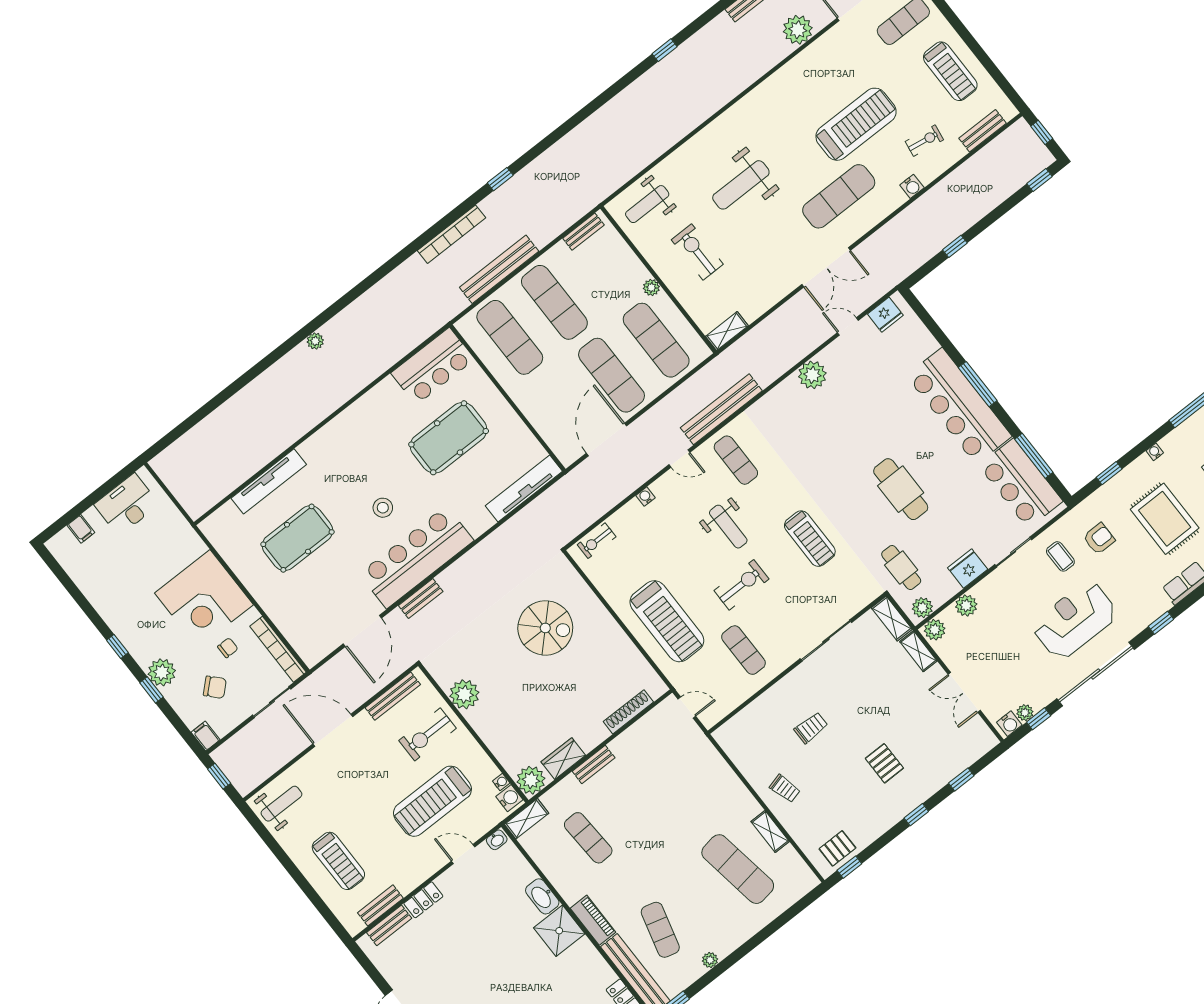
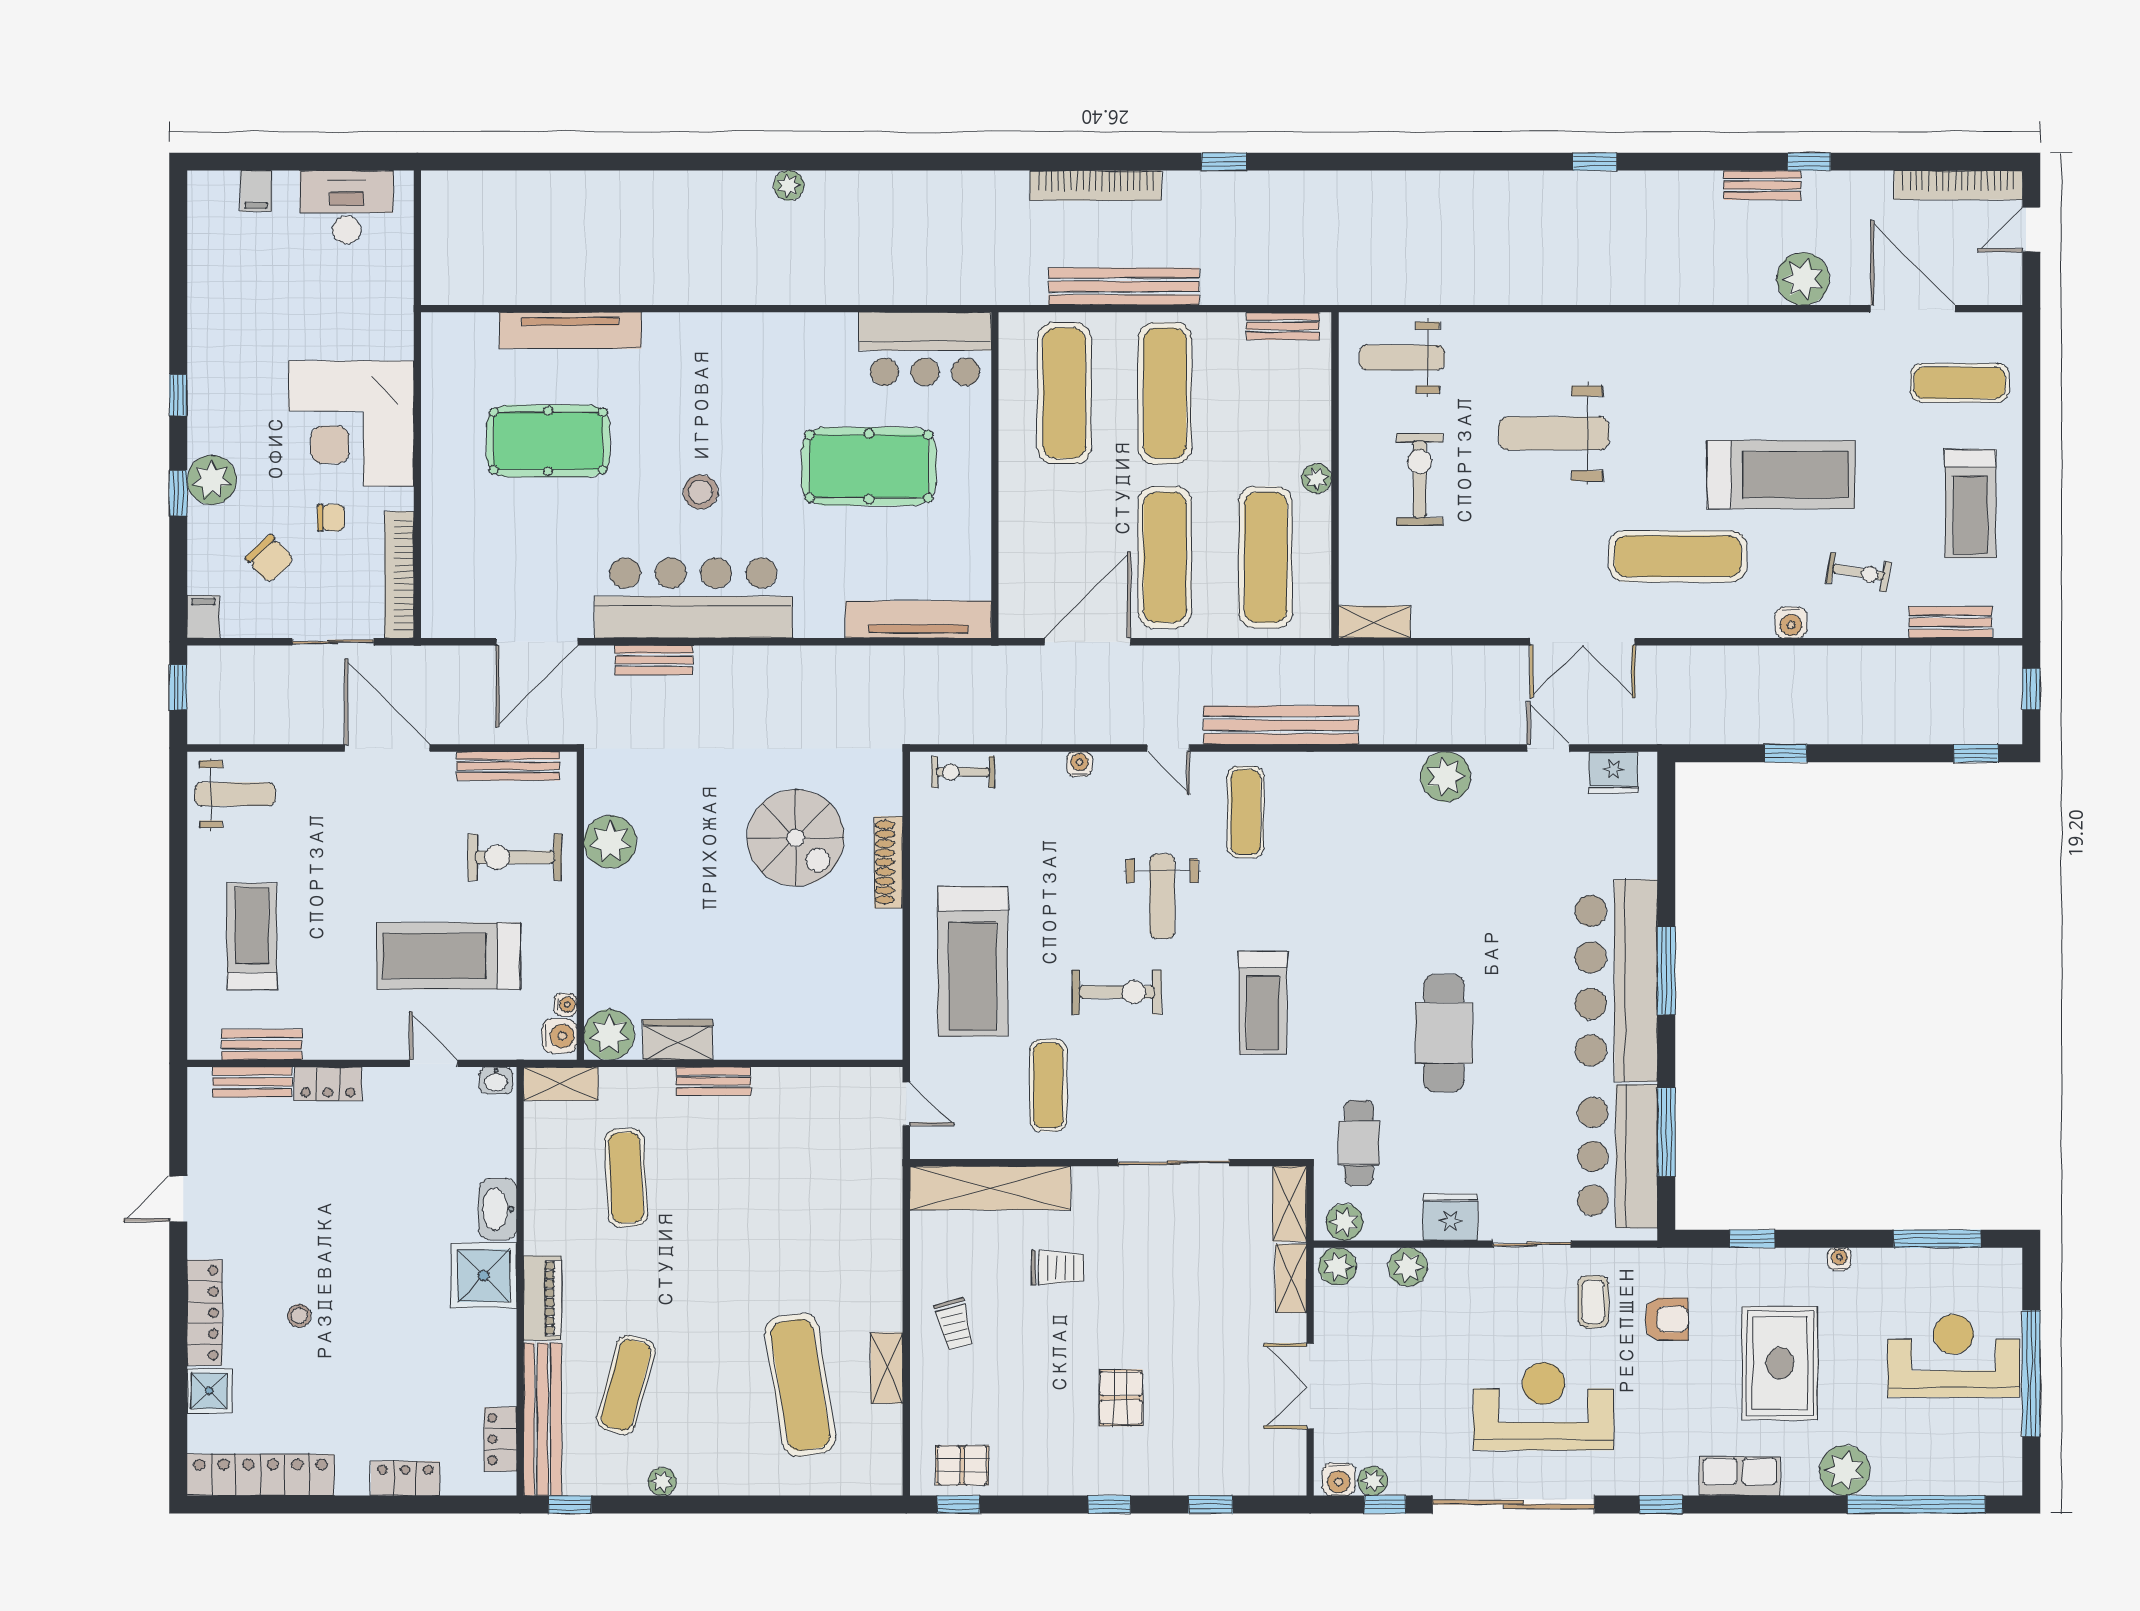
shoe rack: (628, 712) -> (889, 862), moved, turned -90
shelving: (753, 716) -> (990, 1188), added
treadmill: (338, 861) -> (252, 936), turned 180

